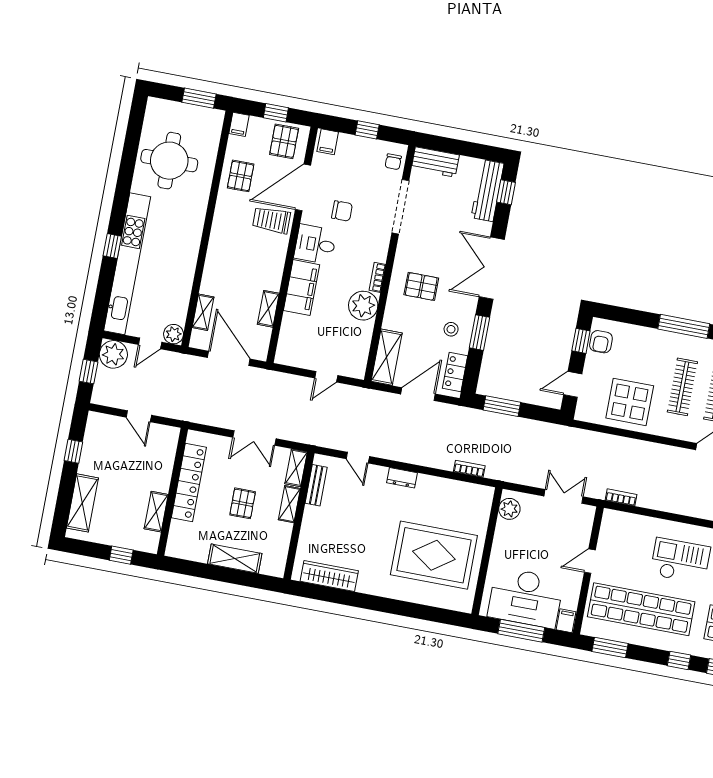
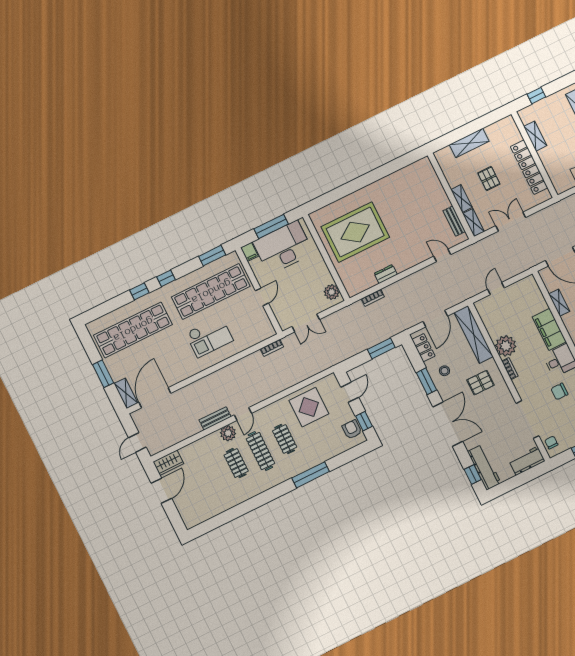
shelving: (387, 357) -> (474, 334), width x1.47
clothes rail: (682, 387) -> (285, 439), width x0.73
dresser: (402, 478) -> (386, 274), moved
wardrobe: (329, 576) -> (407, 174), removed

